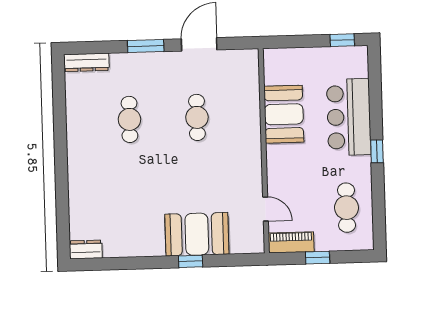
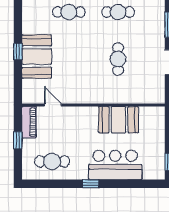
cafe table: (197, 117) -> (118, 59), turned 90
cafe table: (132, 190) -> (69, 12), added
door: (265, 209) -> (53, 105), swing flipped

